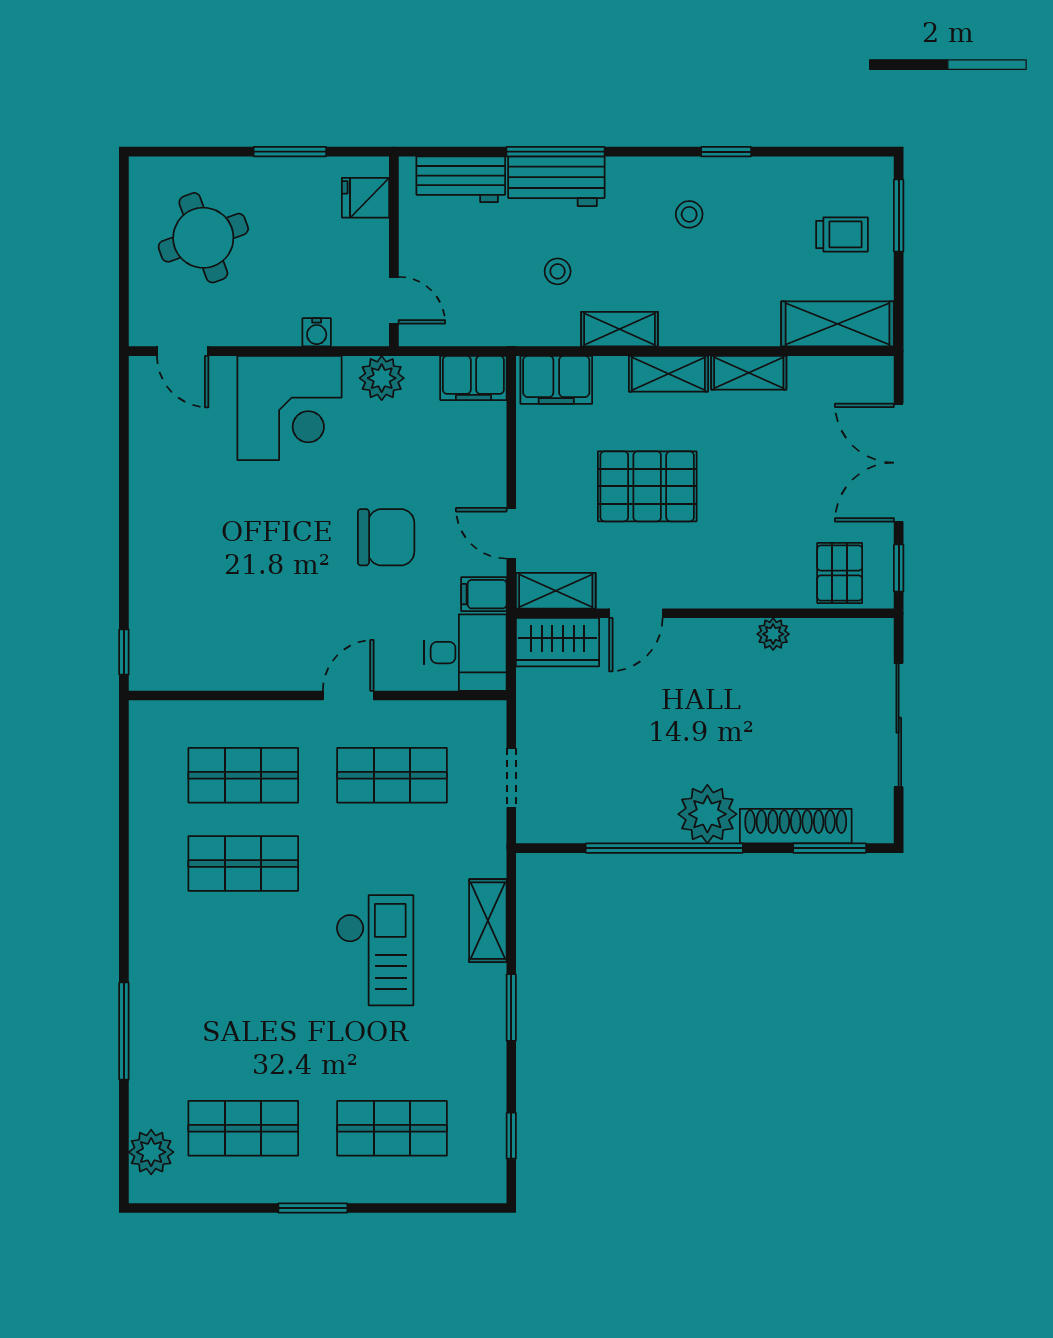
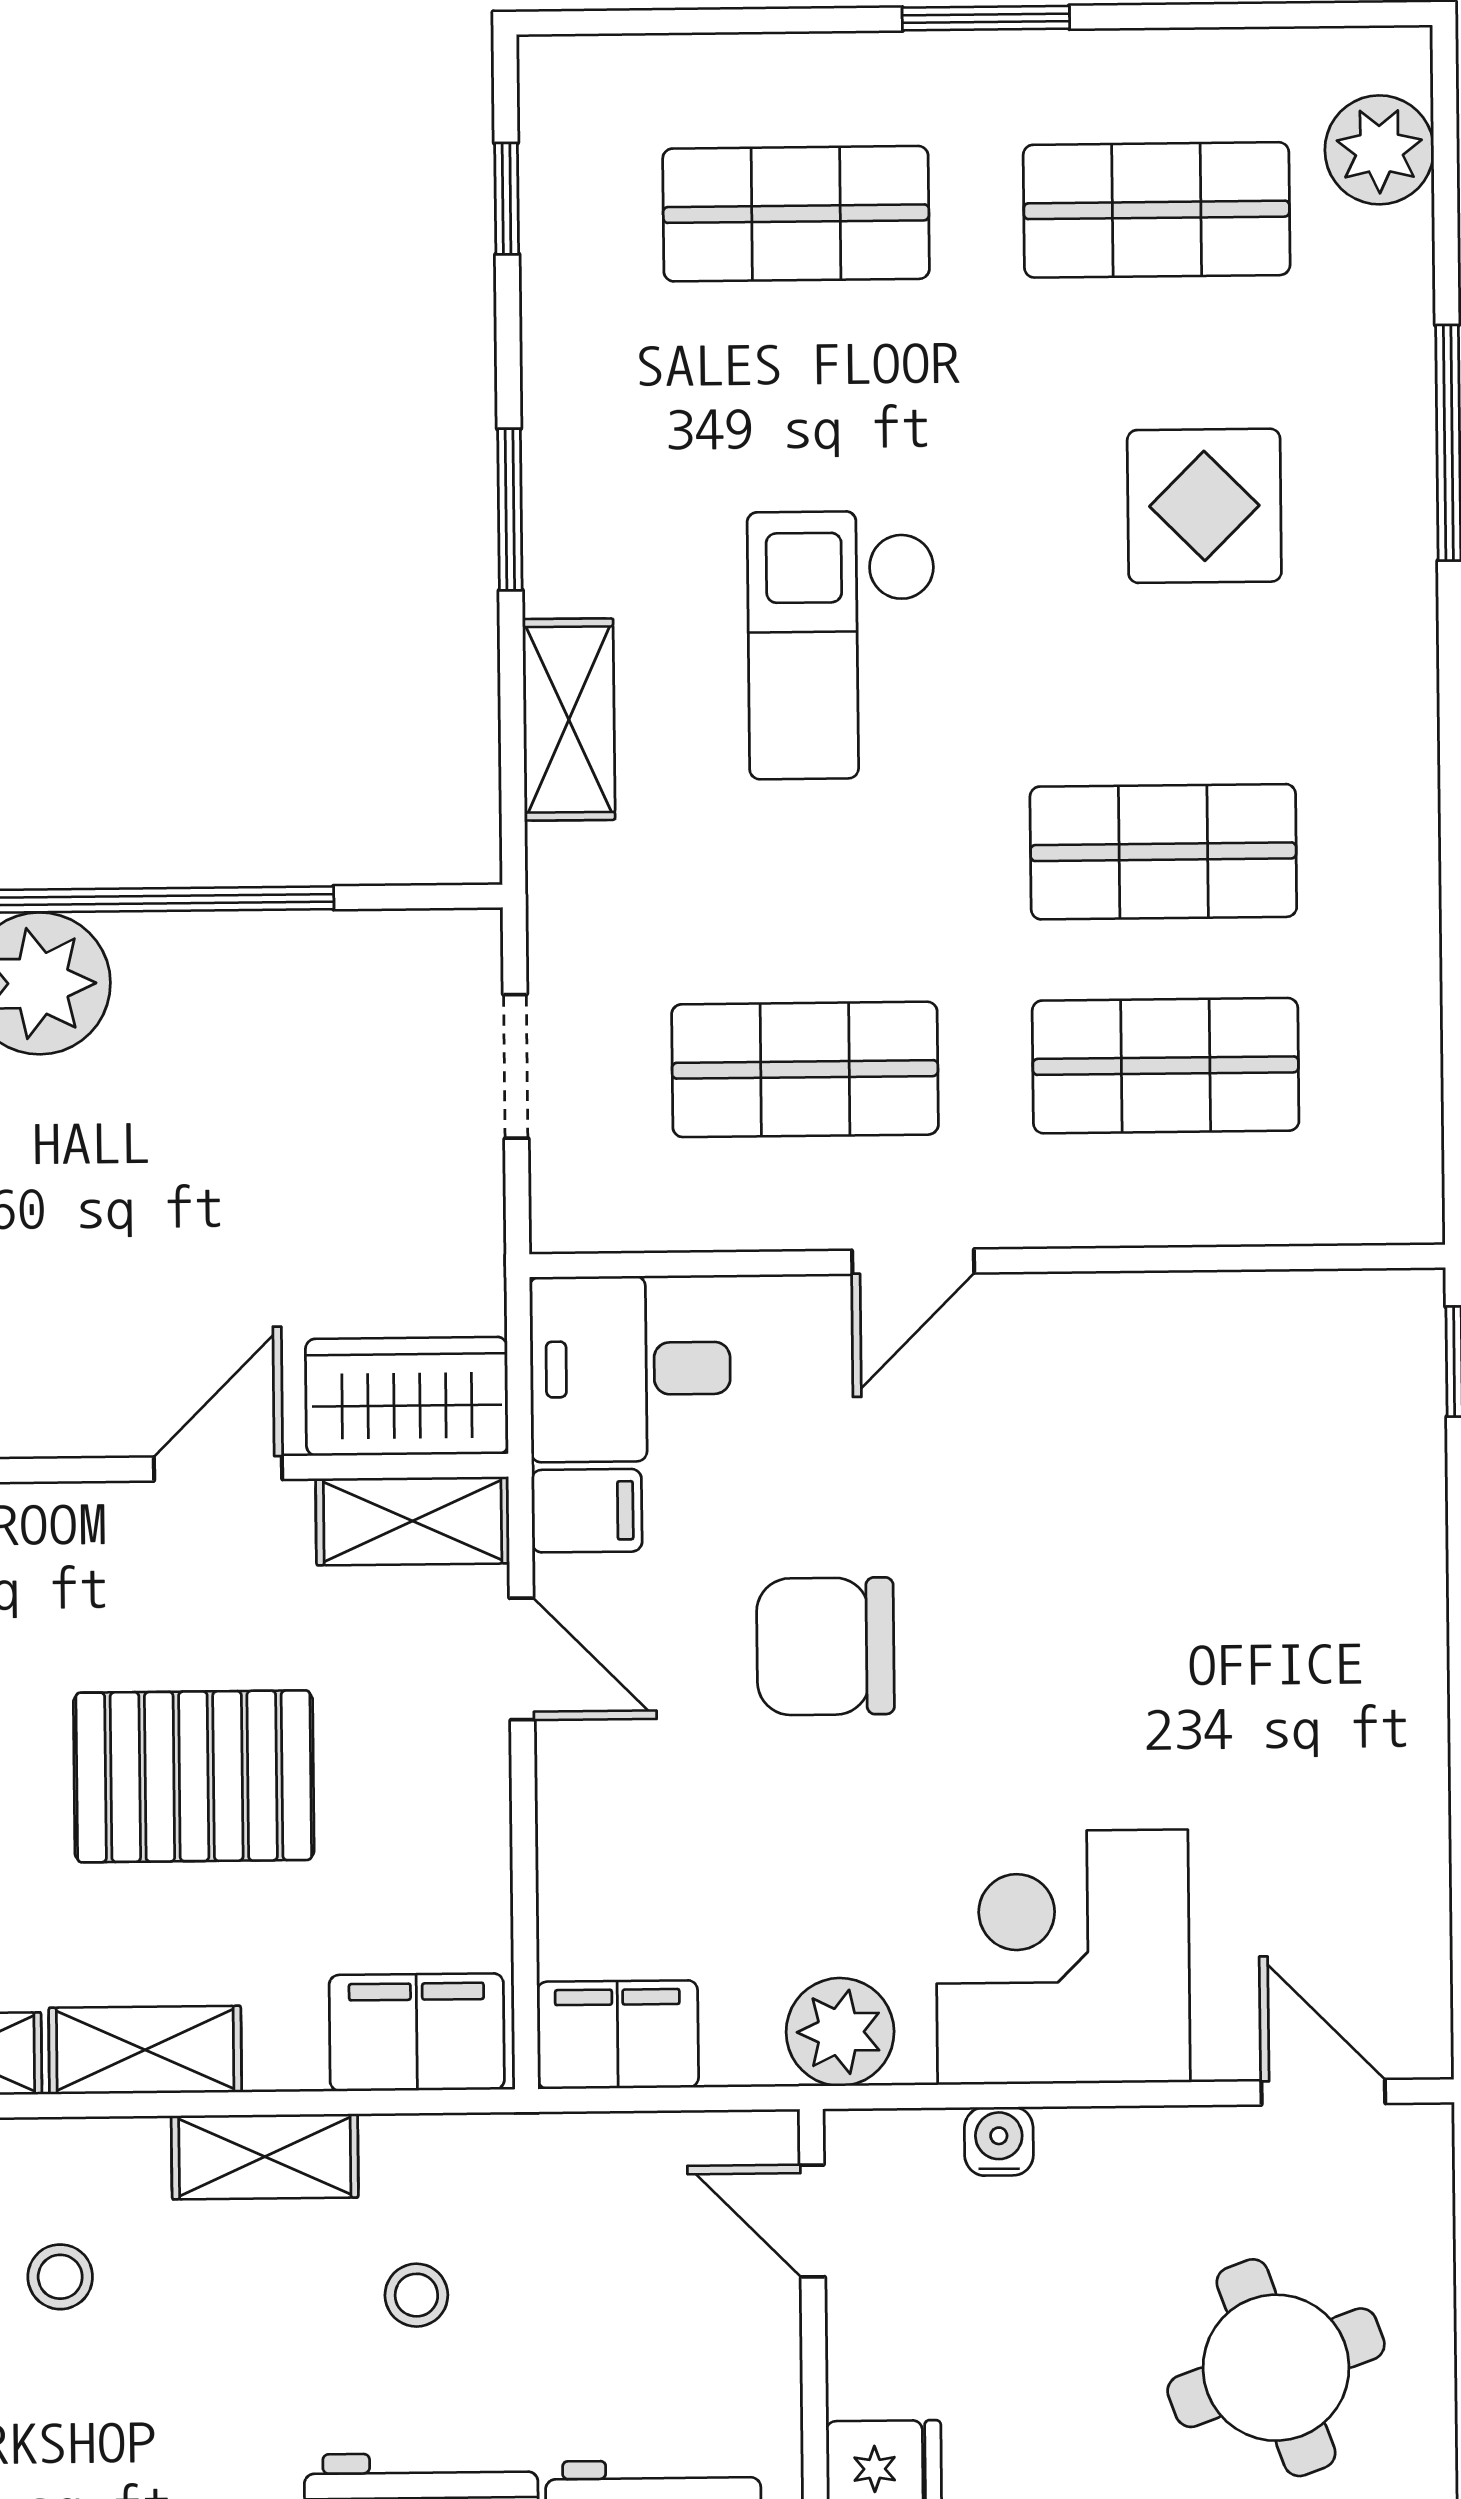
stool: (689, 214) -> (60, 2277), moved
display table: (225, 1006) -> (1204, 506), added

